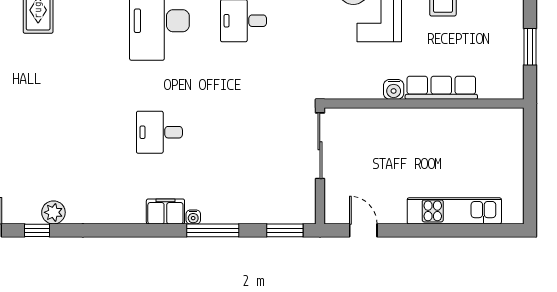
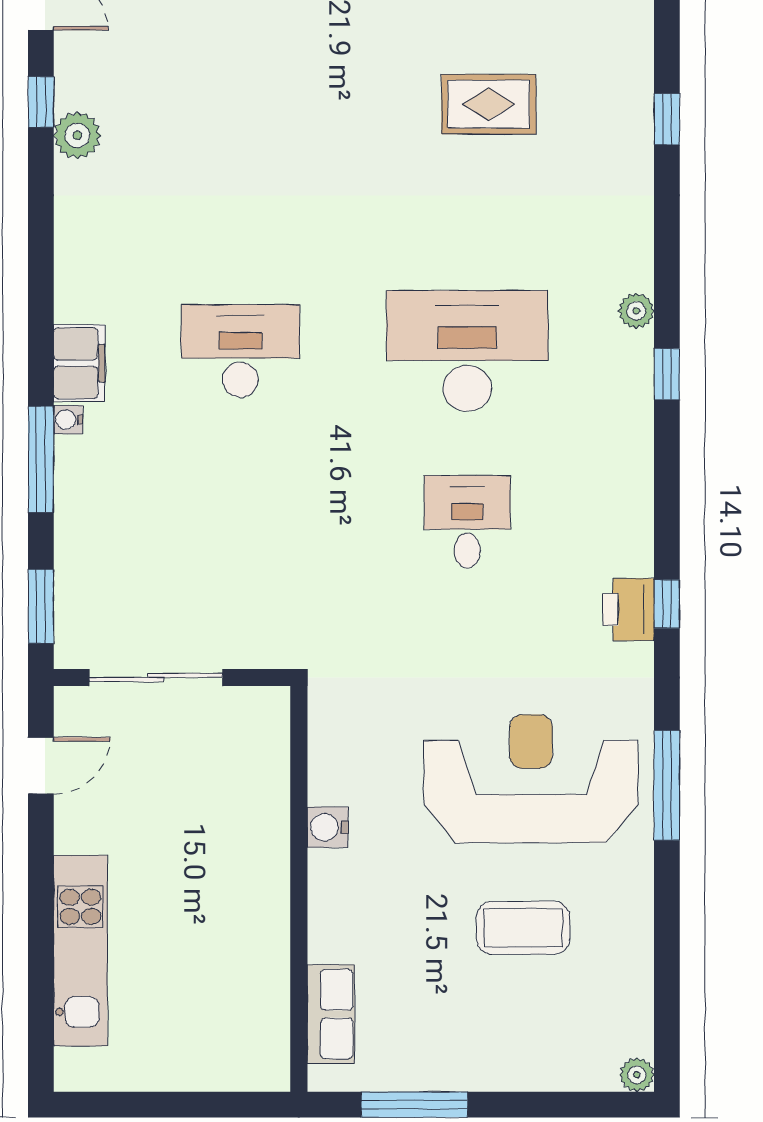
window: (530, 47) -> (414, 1105), width x1.44
row of seats: (441, 88) -> (331, 1014), moved, width x0.68
desk: (159, 132) -> (240, 351), width x1.37
sliding door: (320, 146) -> (156, 677), moved

